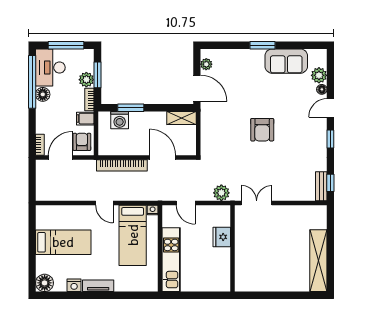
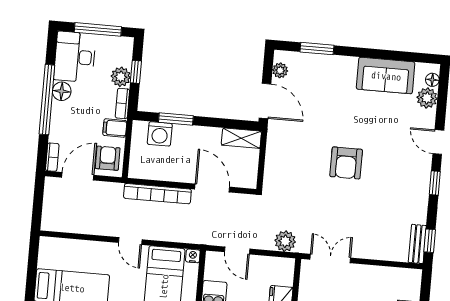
window: (262, 45) -> (317, 49), moved
window: (97, 75) -> (136, 72), width x0.67
window: (32, 82) -> (47, 100), moved
floor lamp: (322, 89) -> (432, 80), moved
door: (330, 108) -> (438, 142), hinge flipped

